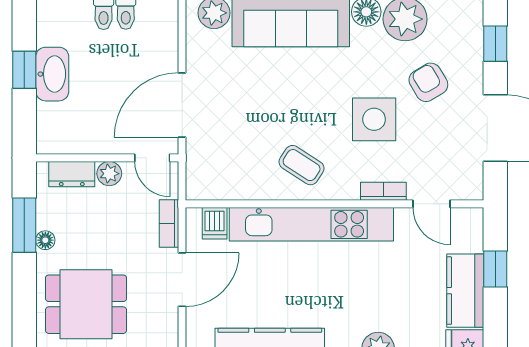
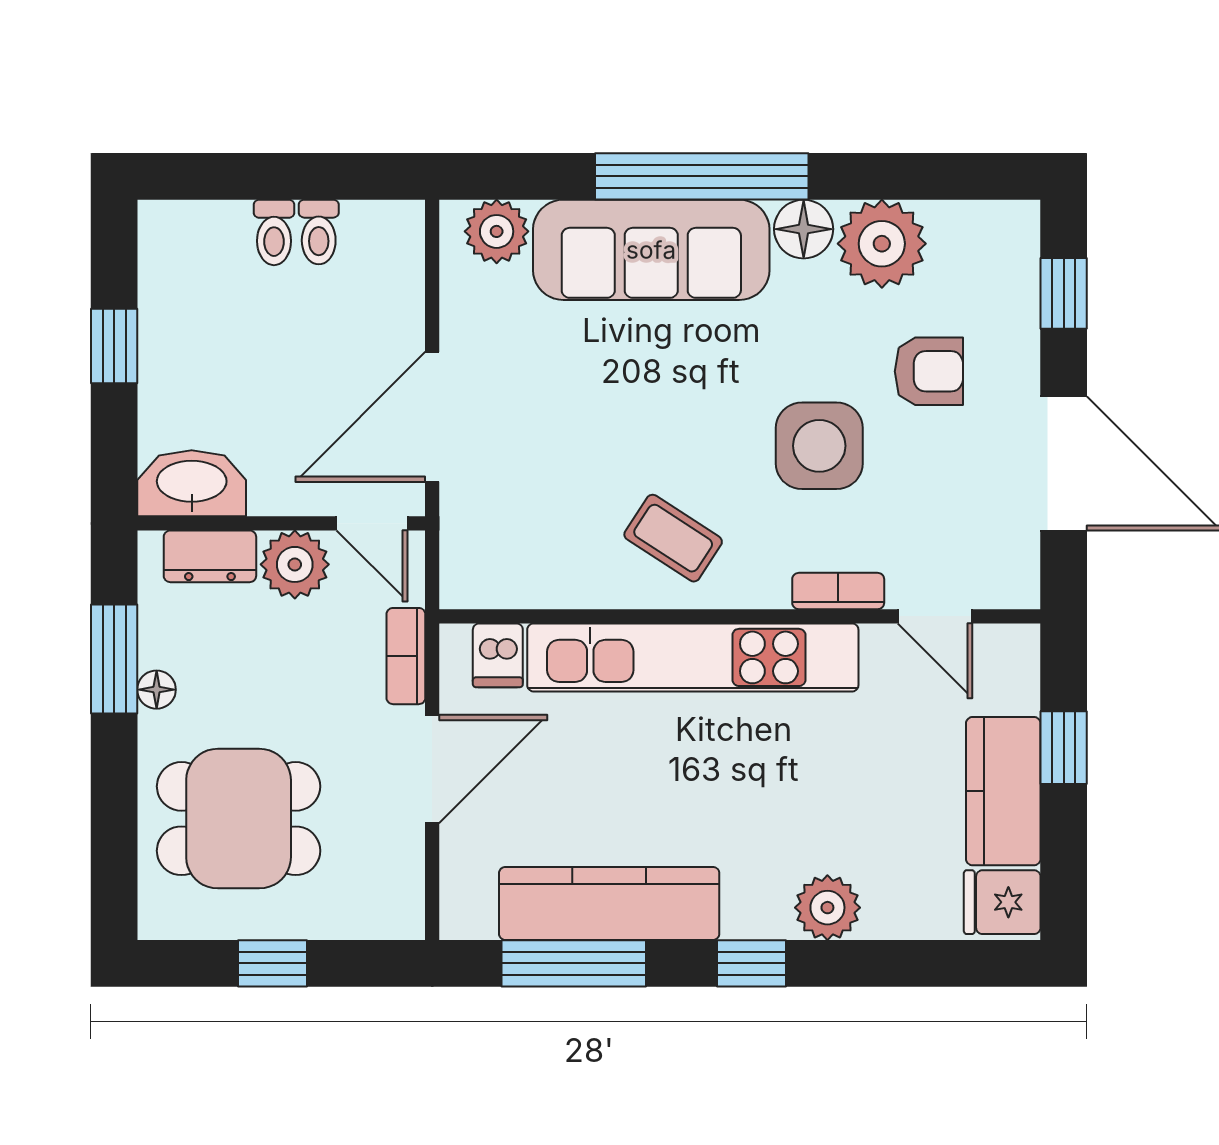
washbasin: (52, 74) -> (192, 483), moved, turned -90
armchair: (428, 82) -> (929, 371), turned 121
plant: (109, 174) -> (295, 564), width x1.38, depth x1.38

